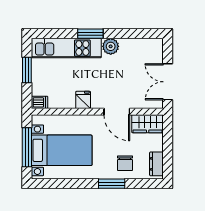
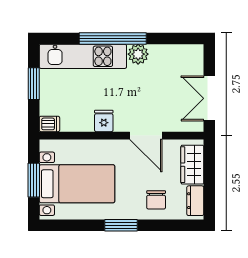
window: (90, 34) -> (113, 38), width x2.11
wardrobe: (148, 124) -> (192, 165), moved, turned 90
window: (27, 147) -> (34, 180), width x0.69
window: (112, 184) -> (121, 225), moved

